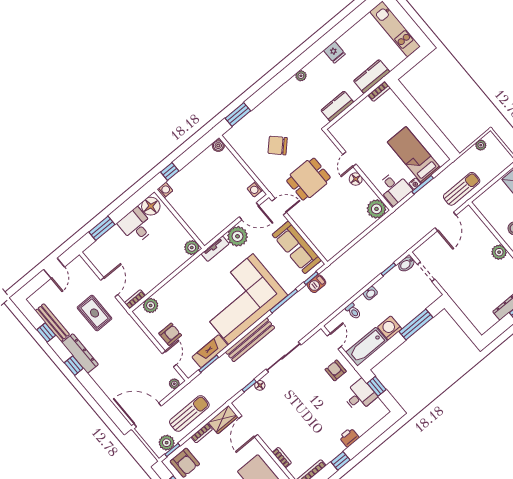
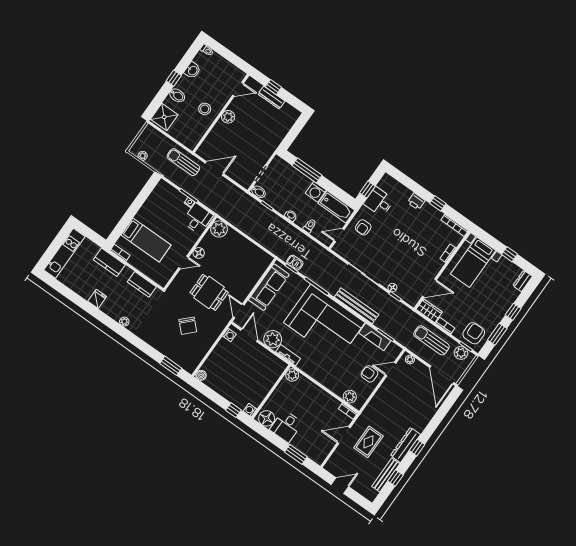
bed: (414, 155) -> (146, 240), moved, turned -90

